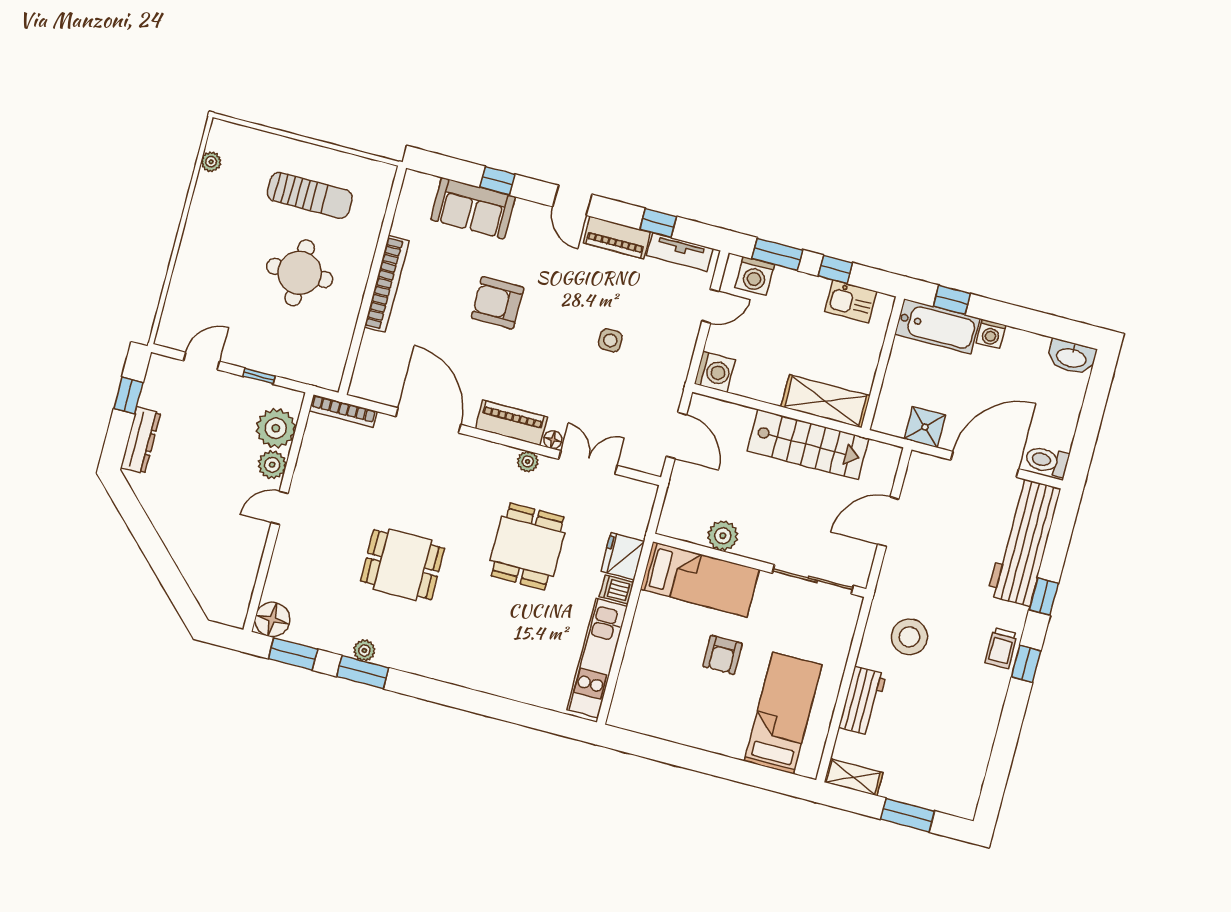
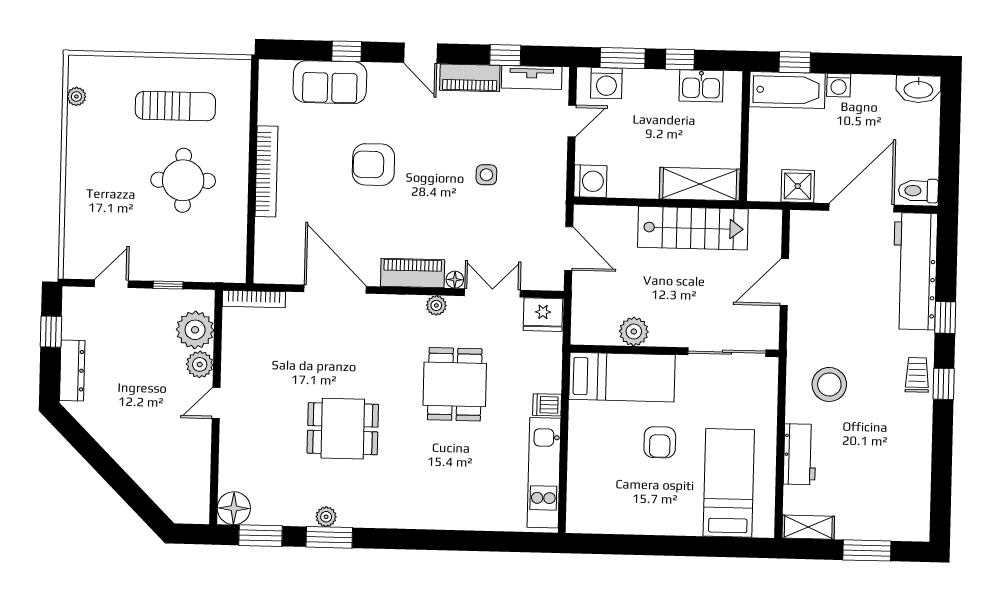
fridge: (623, 556) -> (543, 315), moved, turned -90
trolley: (1001, 648) -> (917, 375), turned 180

